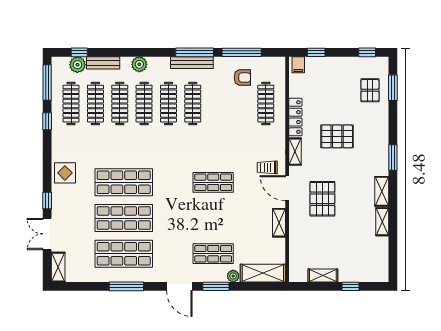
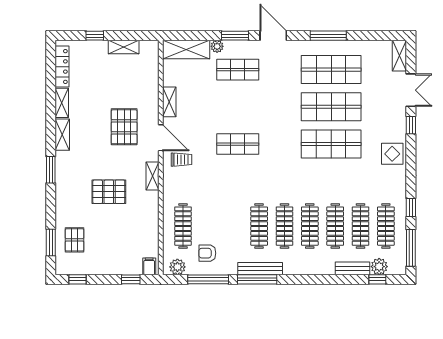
plant: (139, 64) -> (177, 267), moved
locker: (295, 117) -> (62, 67), moved, turned 180

